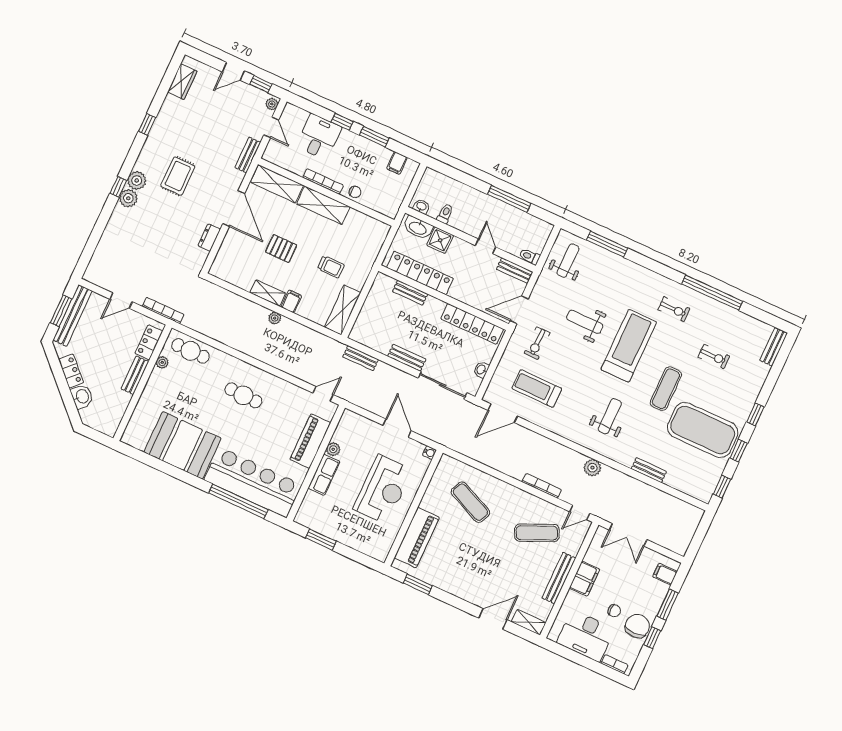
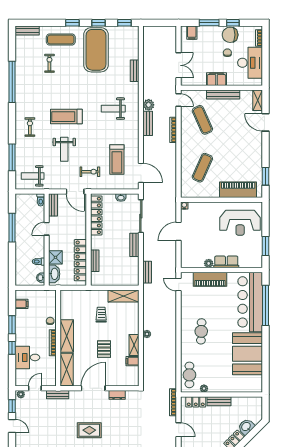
filing cabinet: (291, 301) -> (132, 361), moved
exercise bike: (674, 309) -> (30, 127), moved
treadmill: (629, 346) -> (66, 117), width x0.73, depth x0.73
exercise mat: (666, 389) -> (61, 40), moved
bench: (567, 454) -> (148, 123), added
reception desk: (383, 489) -> (240, 223), moved, turned 180

